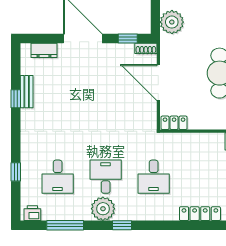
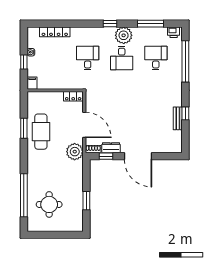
plant: (172, 22) -> (75, 152), moved
dresser: (44, 50) -> (111, 148), moved
window: (16, 172) -> (185, 61), width x3.17

